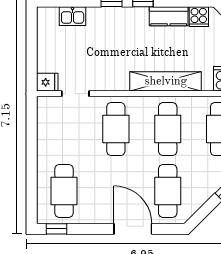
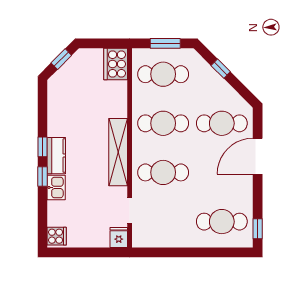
kitchen sink: (73, 16) -> (56, 187), moved
kitchen counter: (169, 16) -> (56, 156), moved
cooker: (199, 17) -> (57, 236), moved
shelving: (166, 81) -> (118, 152), moved

